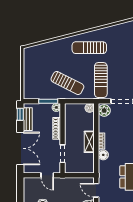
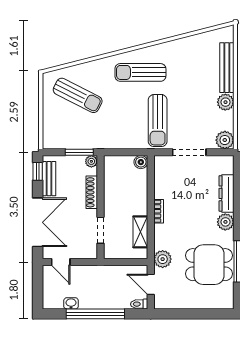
sun lounger: (67, 83) -> (78, 95), moved
plant: (104, 110) -> (163, 259), moved
shelving: (89, 142) -> (140, 232), moved
floor lamp: (103, 155) -> (161, 232), removed
door: (47, 175) -> (61, 262), moved

